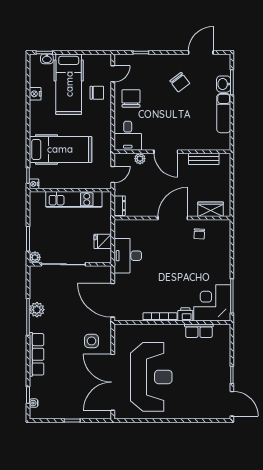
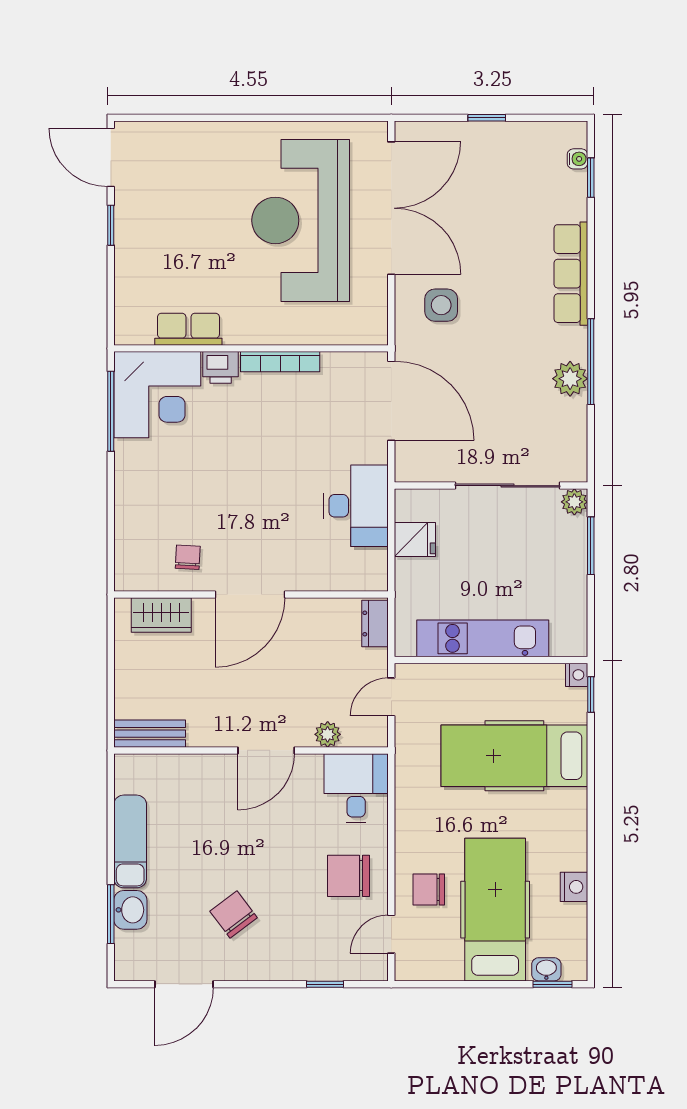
chair: (131, 98) -> (348, 876), turned 90
door: (166, 152) -> (266, 750), swing flipped
bench: (204, 159) -> (150, 734), moved

